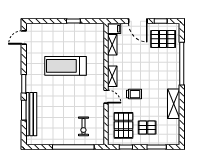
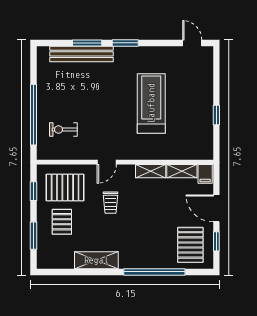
door: (138, 21) -> (216, 208), hinge flipped
shelving: (112, 76) -> (151, 171), moved

